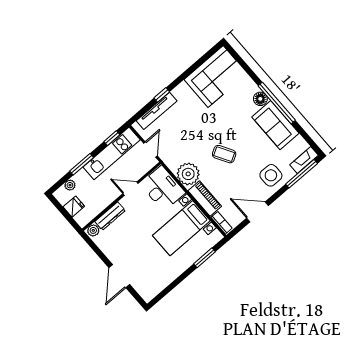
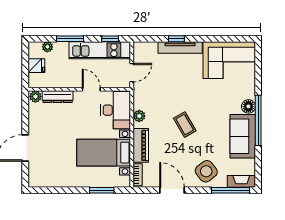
tv unit: (157, 111) -> (180, 47), moved
plant: (188, 174) -> (139, 116), width x0.53, depth x0.53
side table: (271, 175) -> (206, 171), turned -38

